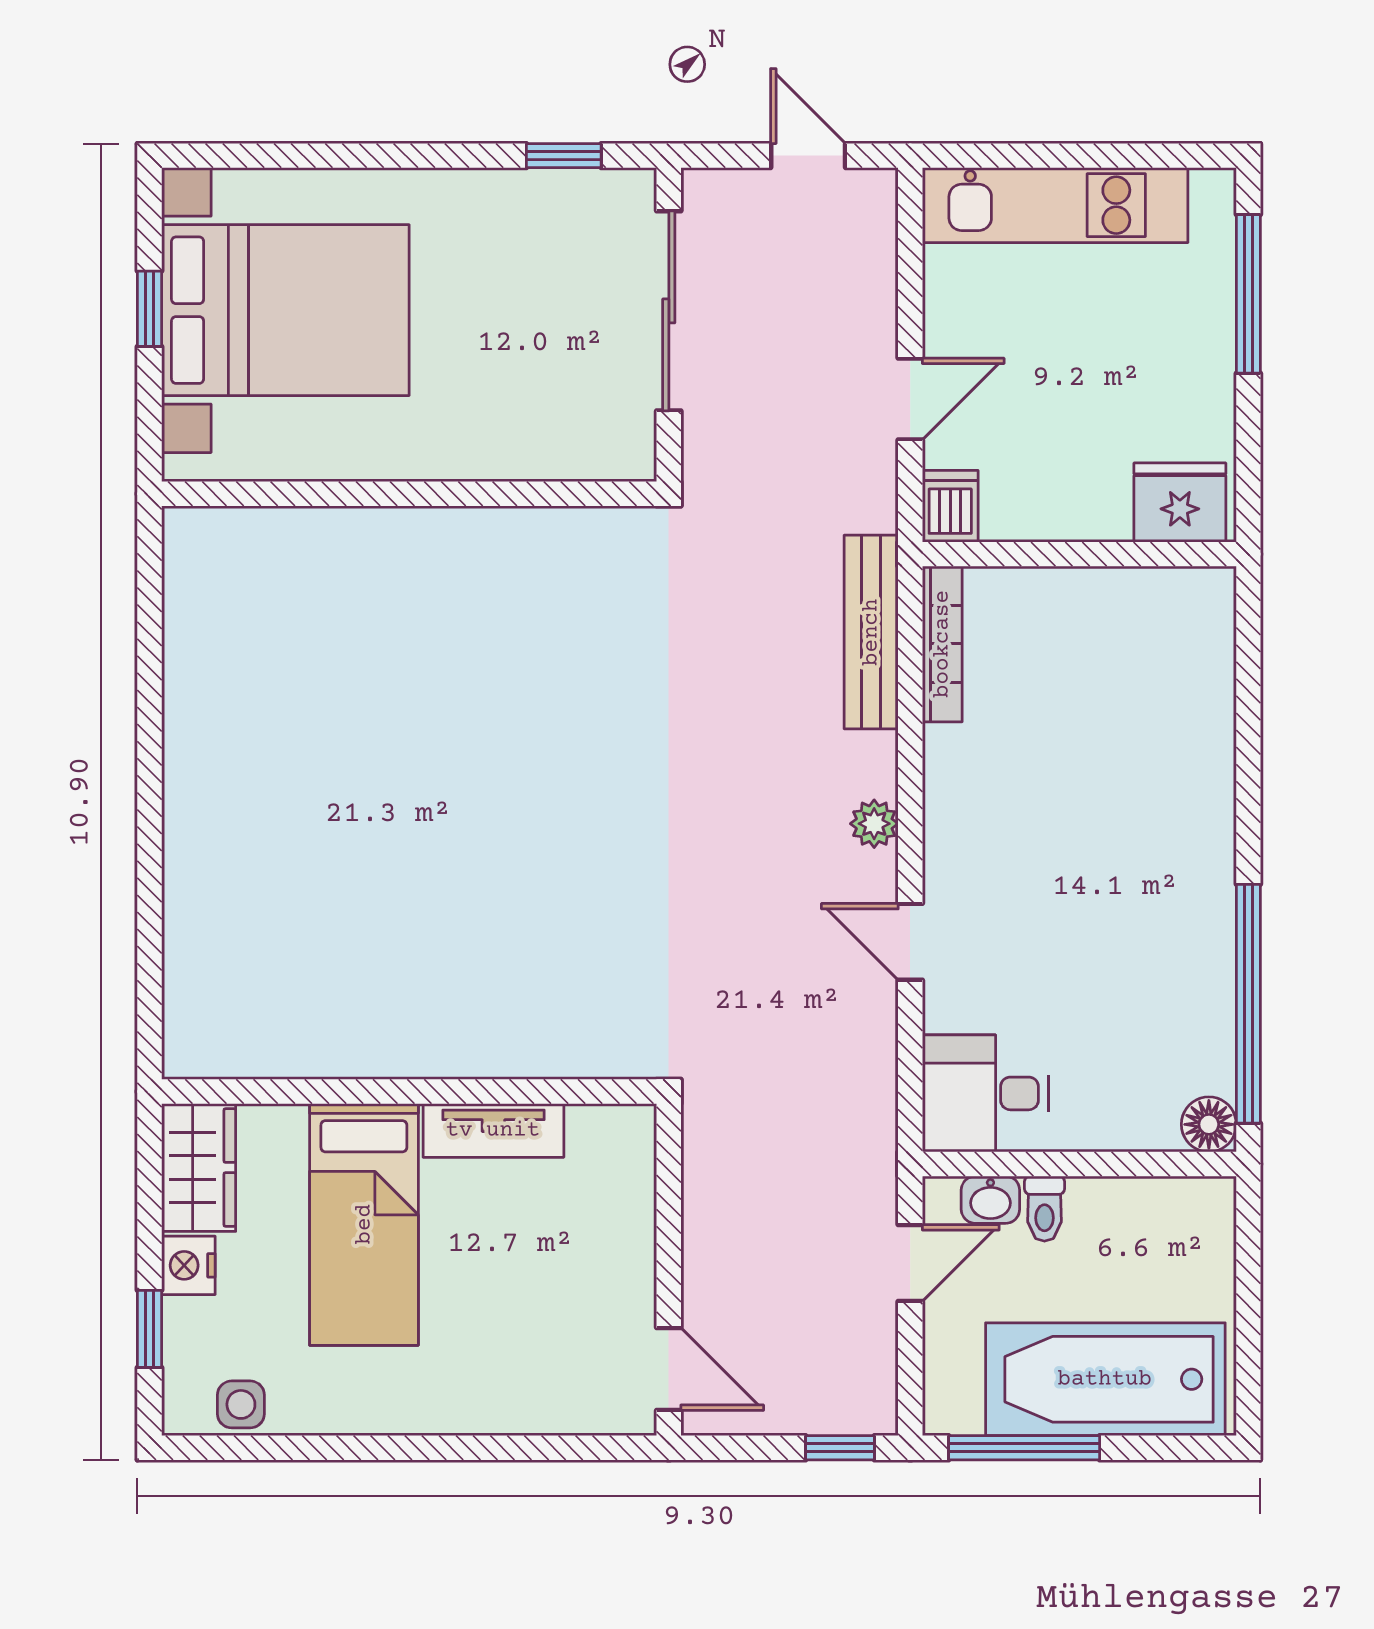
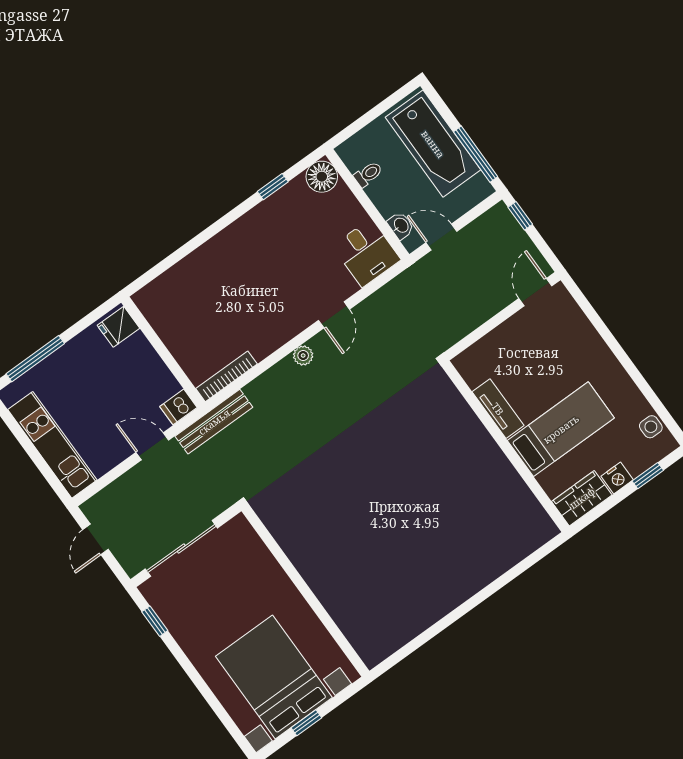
fridge: (1180, 502) -> (119, 327), width x0.72
bench: (871, 632) -> (214, 422), moved
window: (1248, 1004) -> (273, 187), width x0.32
floor lamp: (1209, 1124) -> (322, 177), width x1.38, depth x1.38
toilet: (1044, 1209) -> (368, 174), moved

